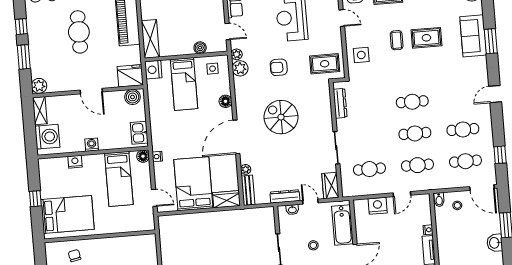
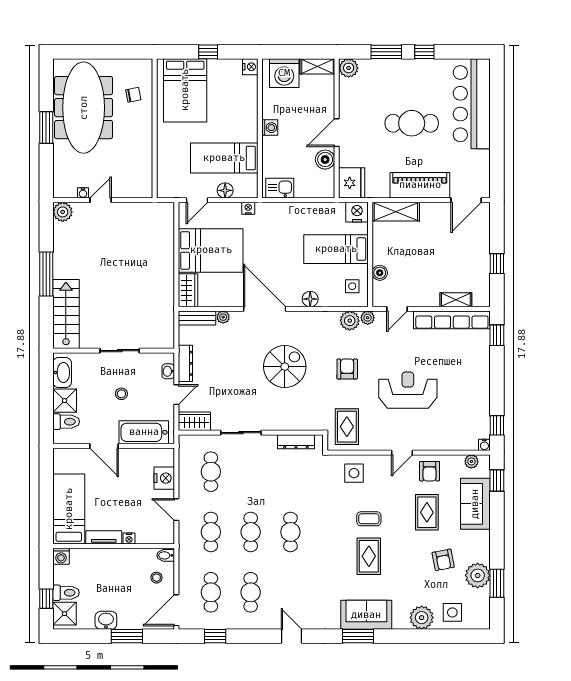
boiler: (132, 97) -> (325, 160), moved
floor lamp: (143, 156) -> (225, 190), moved
nightstand: (75, 162) -> (250, 67), moved

